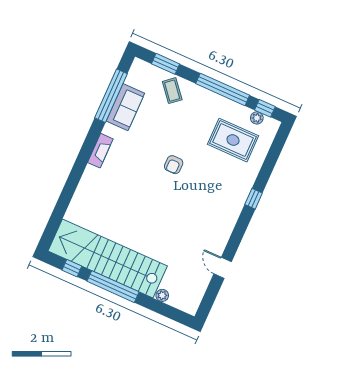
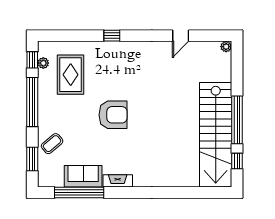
fireplace: (100, 151) -> (118, 181), moved
armchair: (174, 165) -> (113, 115), width x1.88, depth x1.88
plant: (162, 295) -> (226, 47), moved

